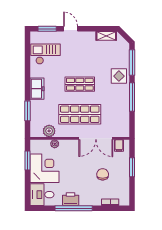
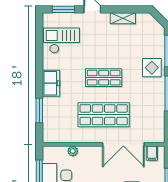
shelving: (106, 36) -> (123, 18), moved
plant: (49, 131) -> (66, 135), removed

